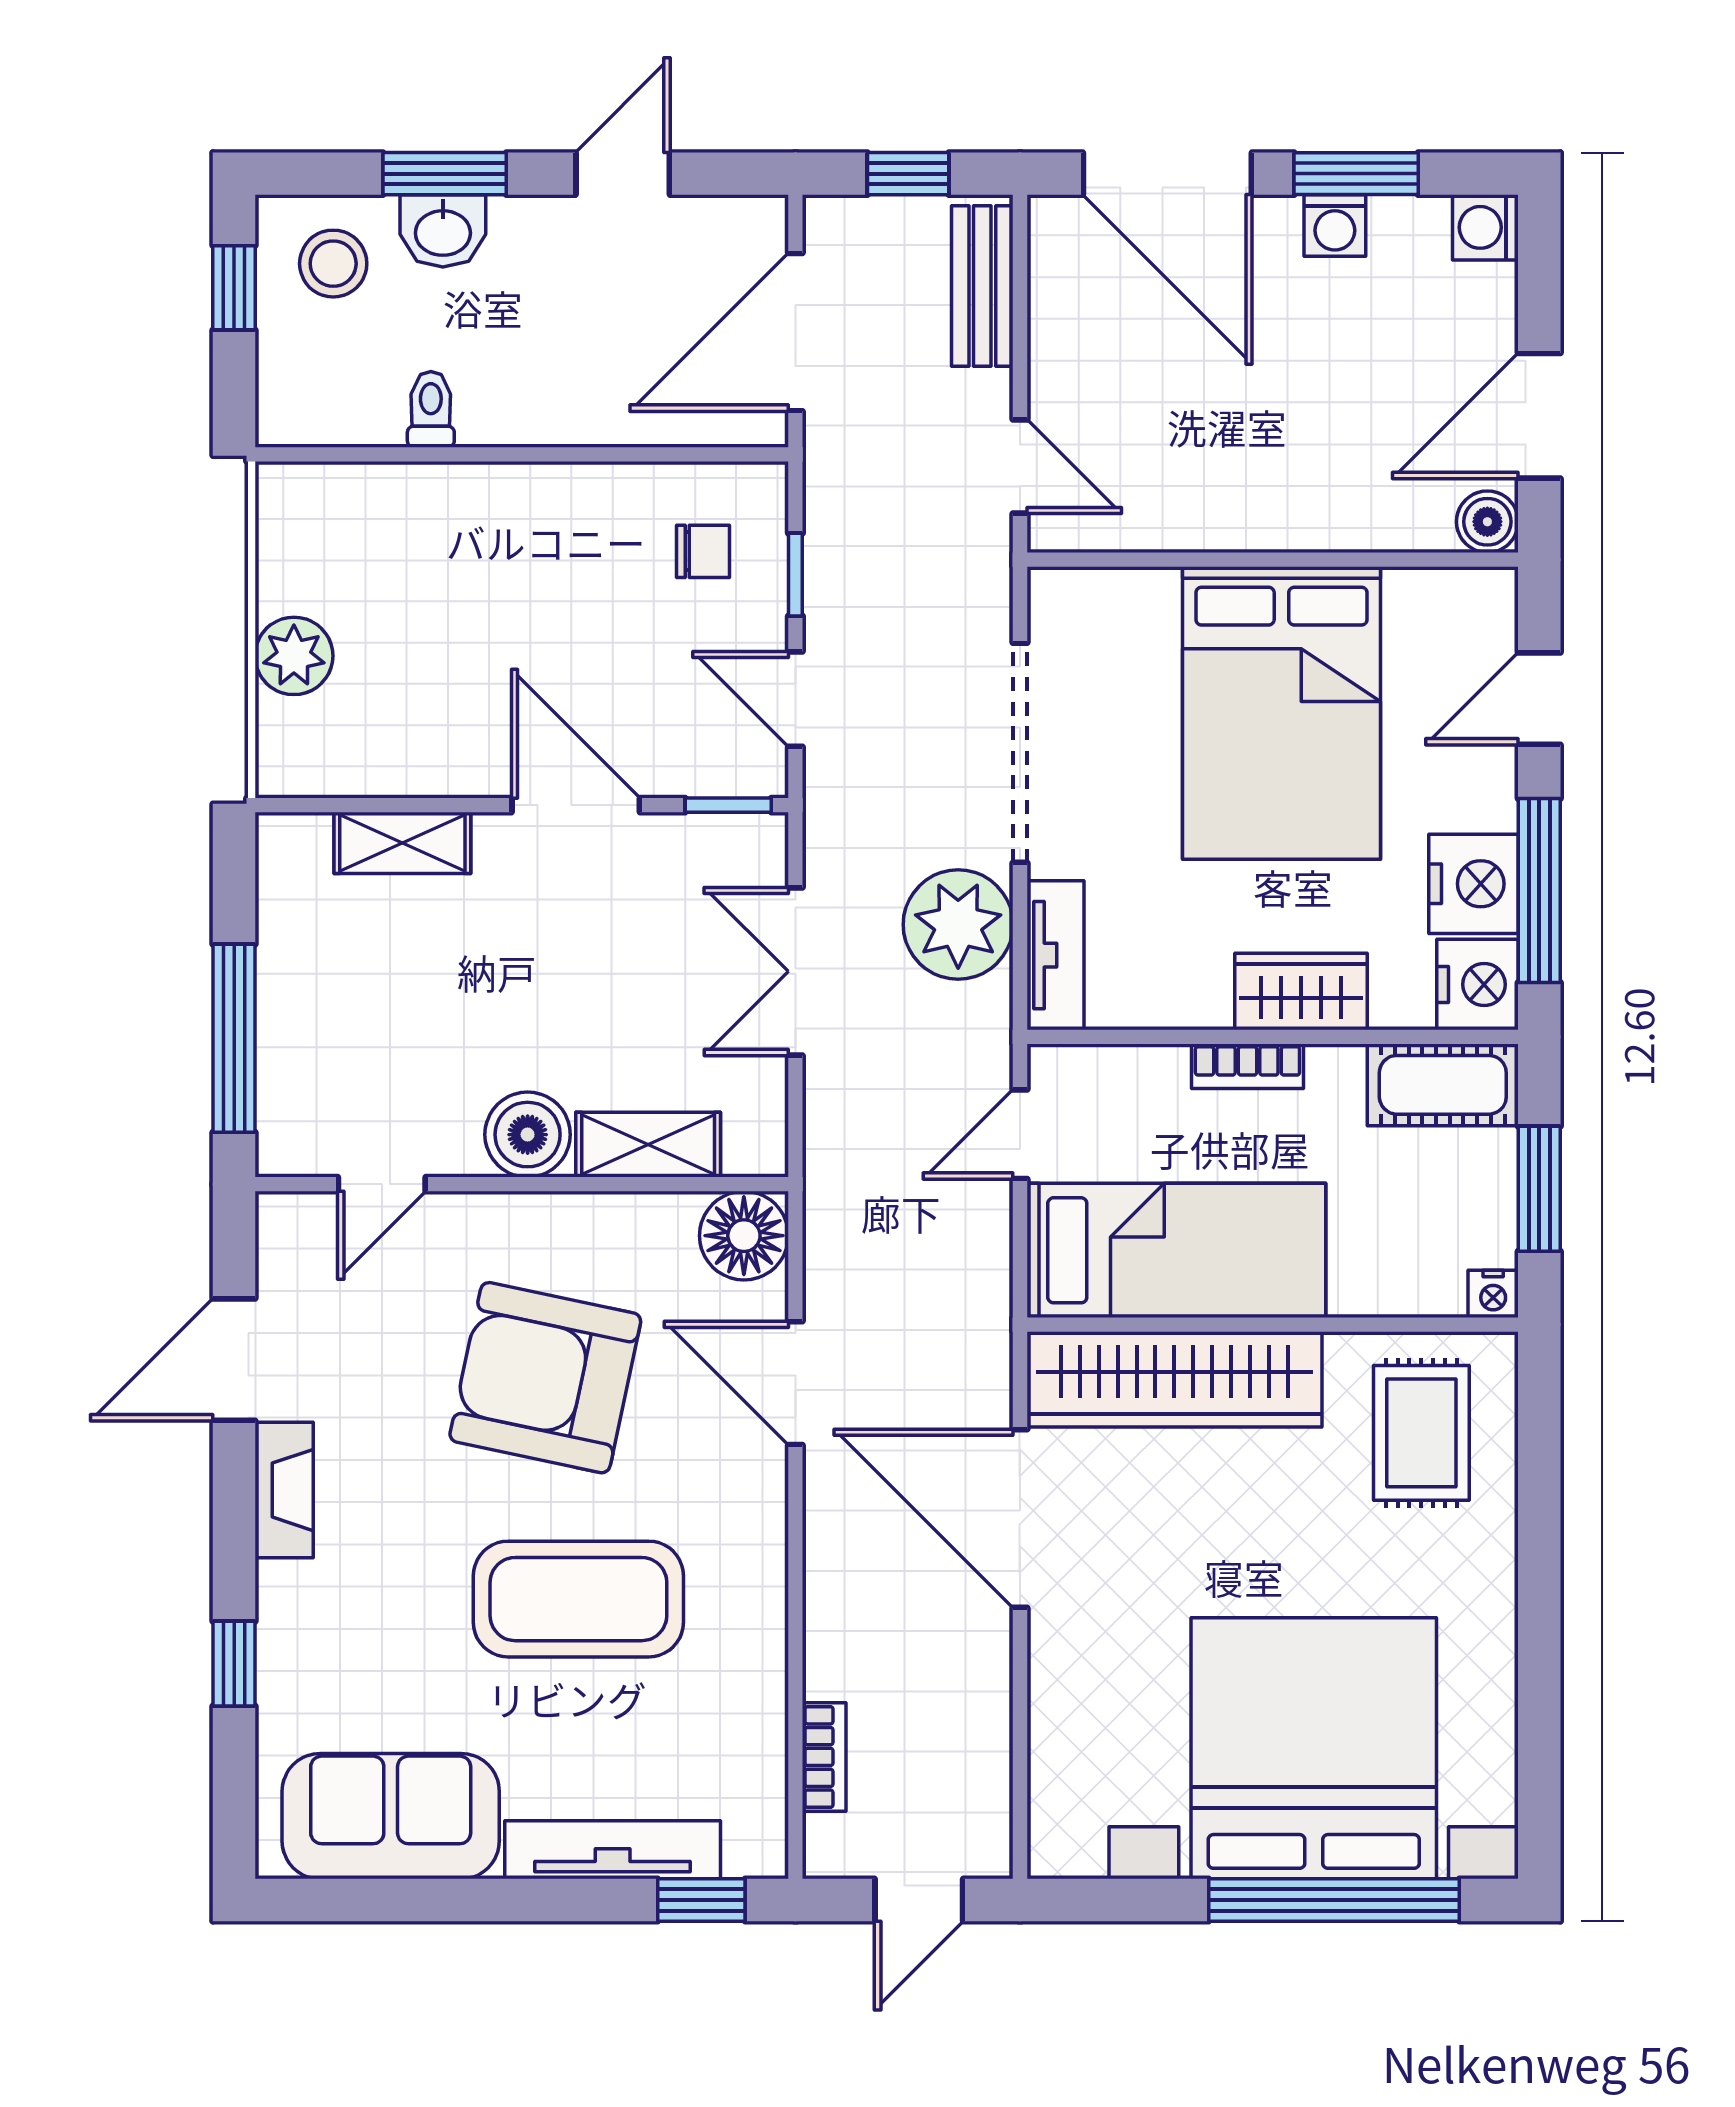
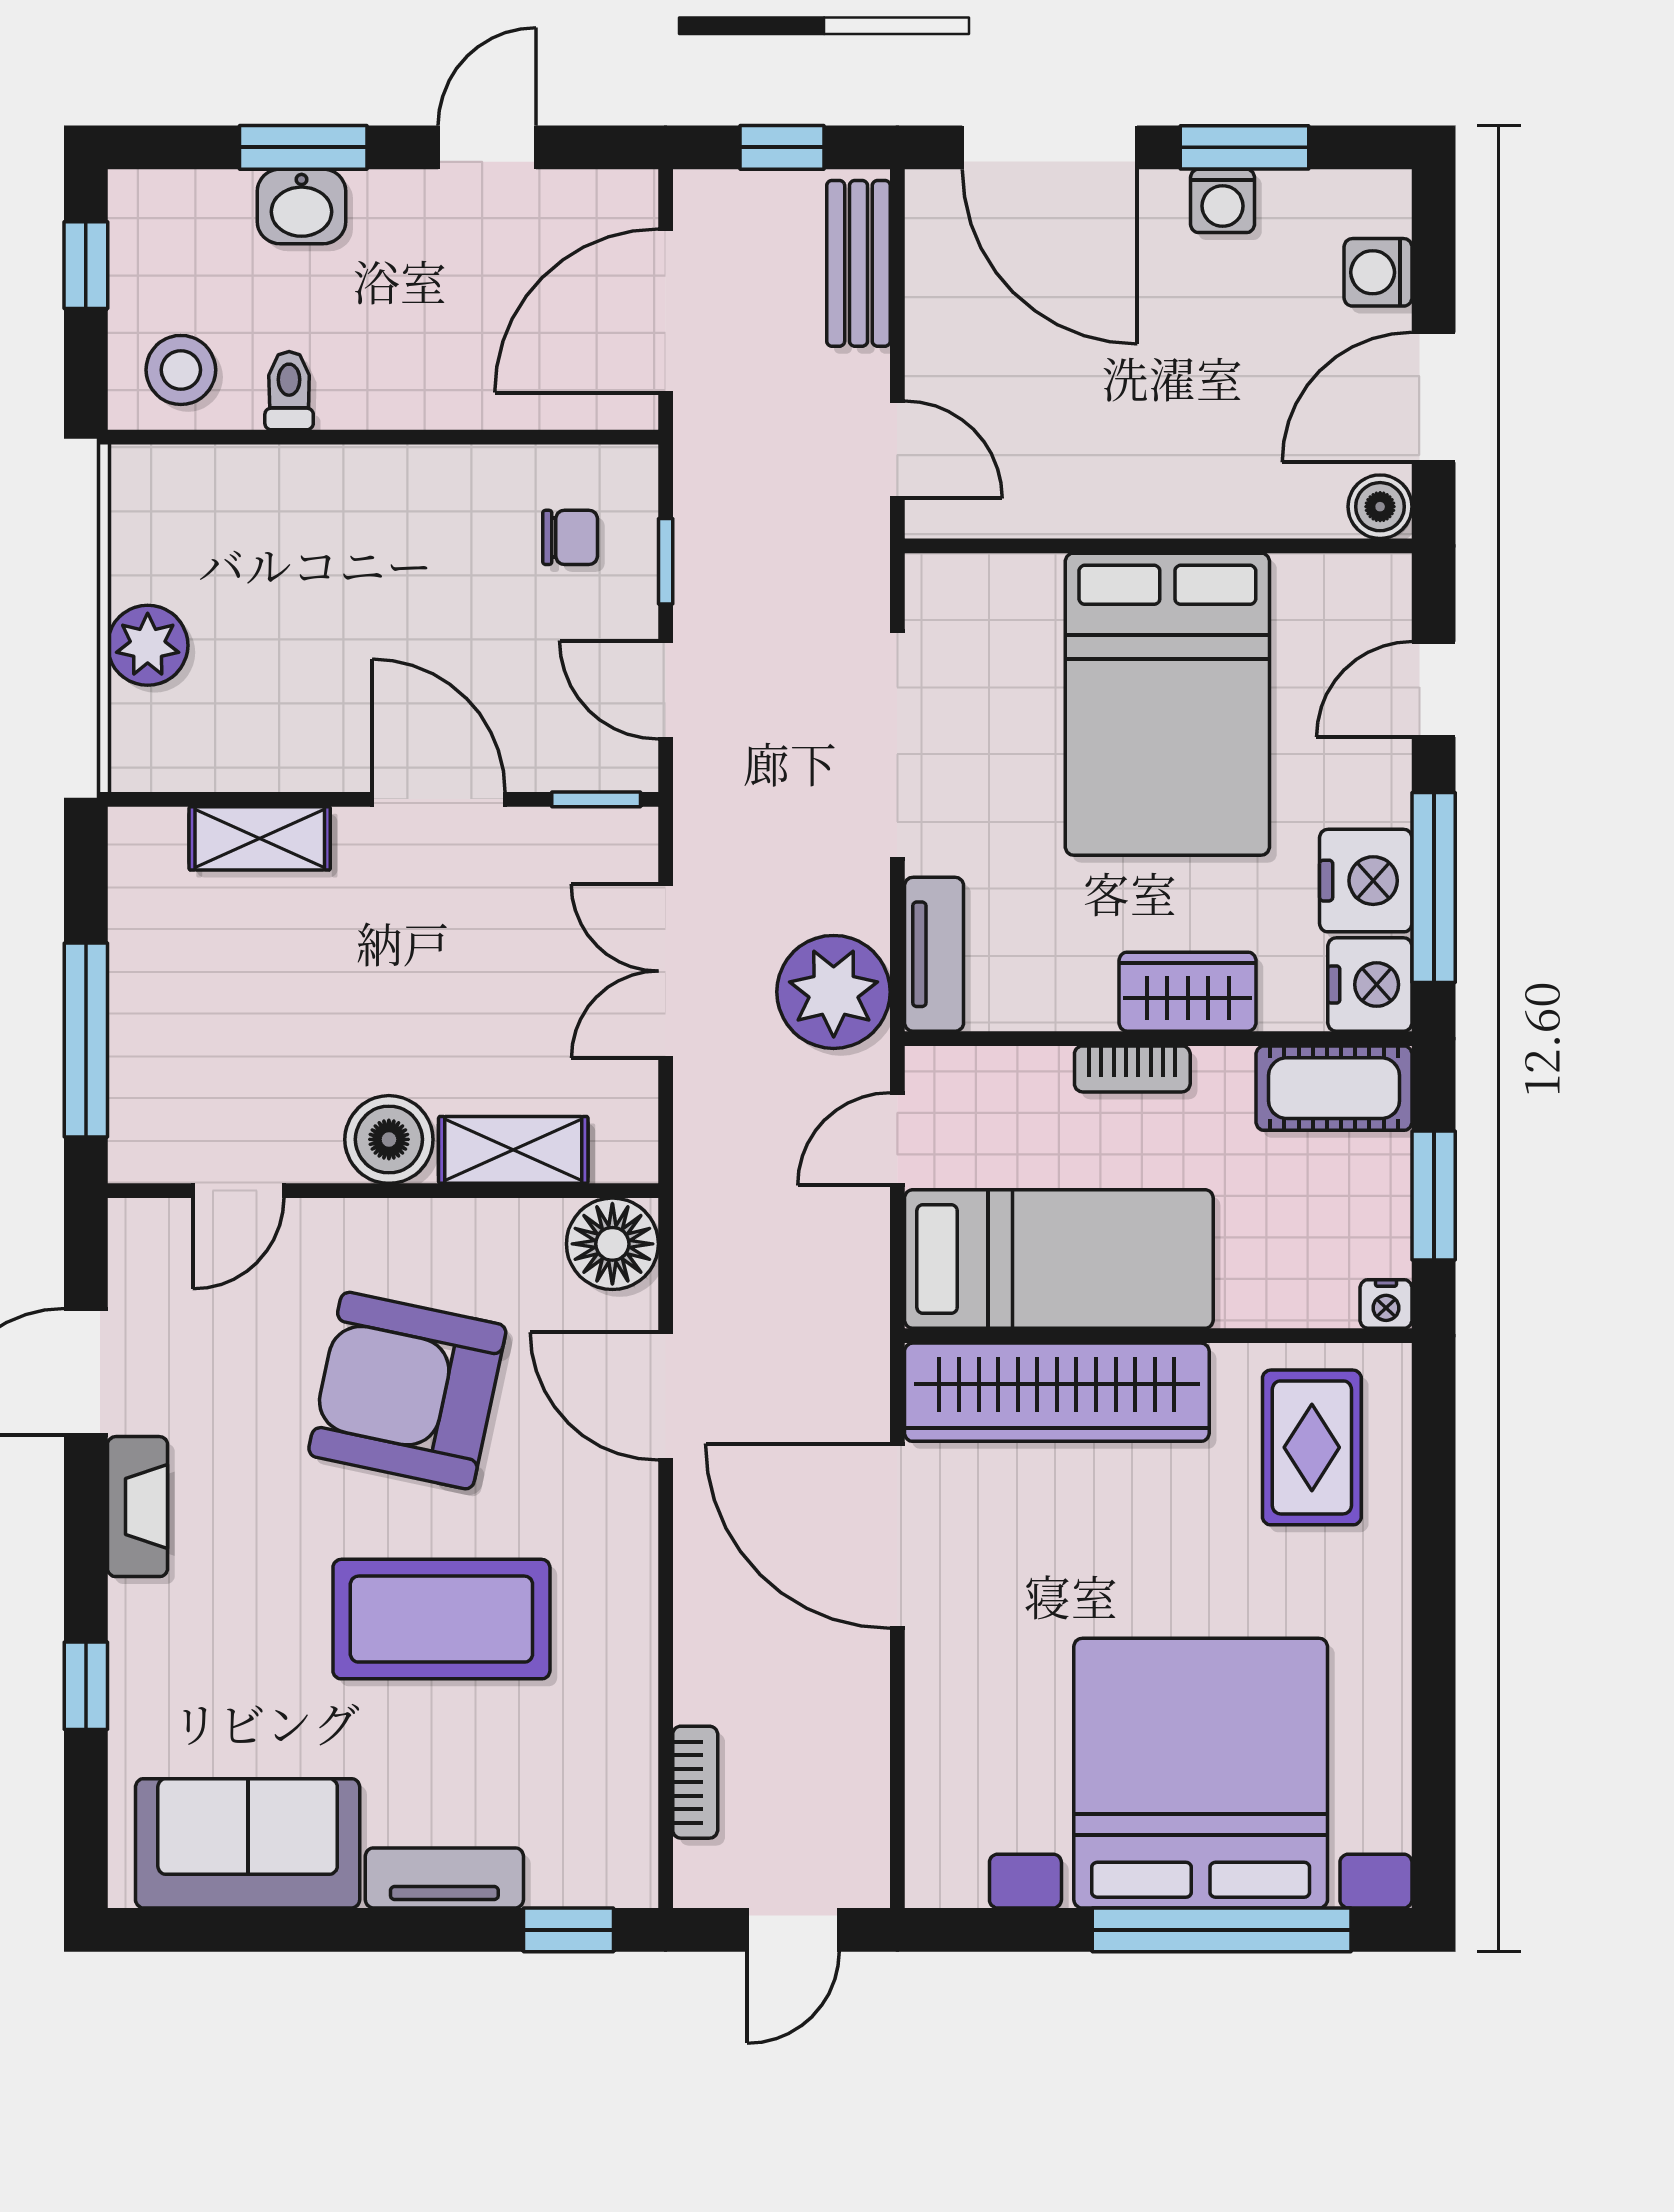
washing machine: (1485, 227) -> (1378, 272), moved
stool: (333, 264) -> (181, 370), moved
plant: (958, 925) -> (834, 992), moved
tv unit: (613, 1850) -> (444, 1878), width x0.71

